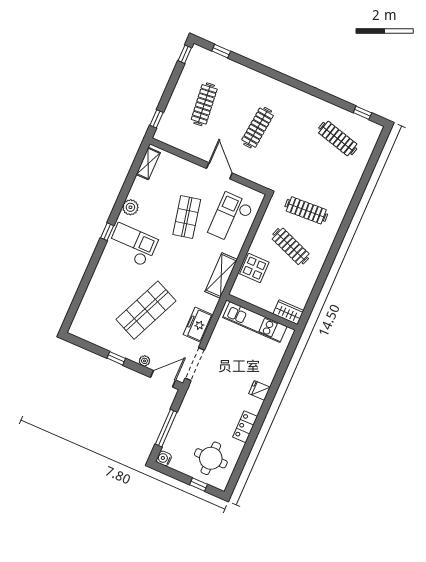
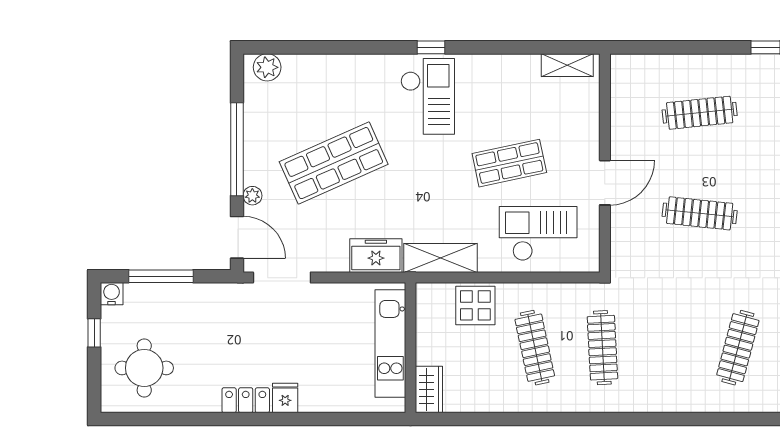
window: (156, 119) -> (644, 47), removed
plant: (130, 207) -> (267, 67), moved
clothes rail: (291, 246) -> (535, 348), turned -33
shop shelf: (146, 310) -> (334, 163), turned -48
freezer: (198, 325) -> (376, 256), moved
window: (116, 358) -> (237, 149), width x3.17
locker: (245, 427) -> (246, 400), moved
window: (198, 485) -> (94, 333), moved

